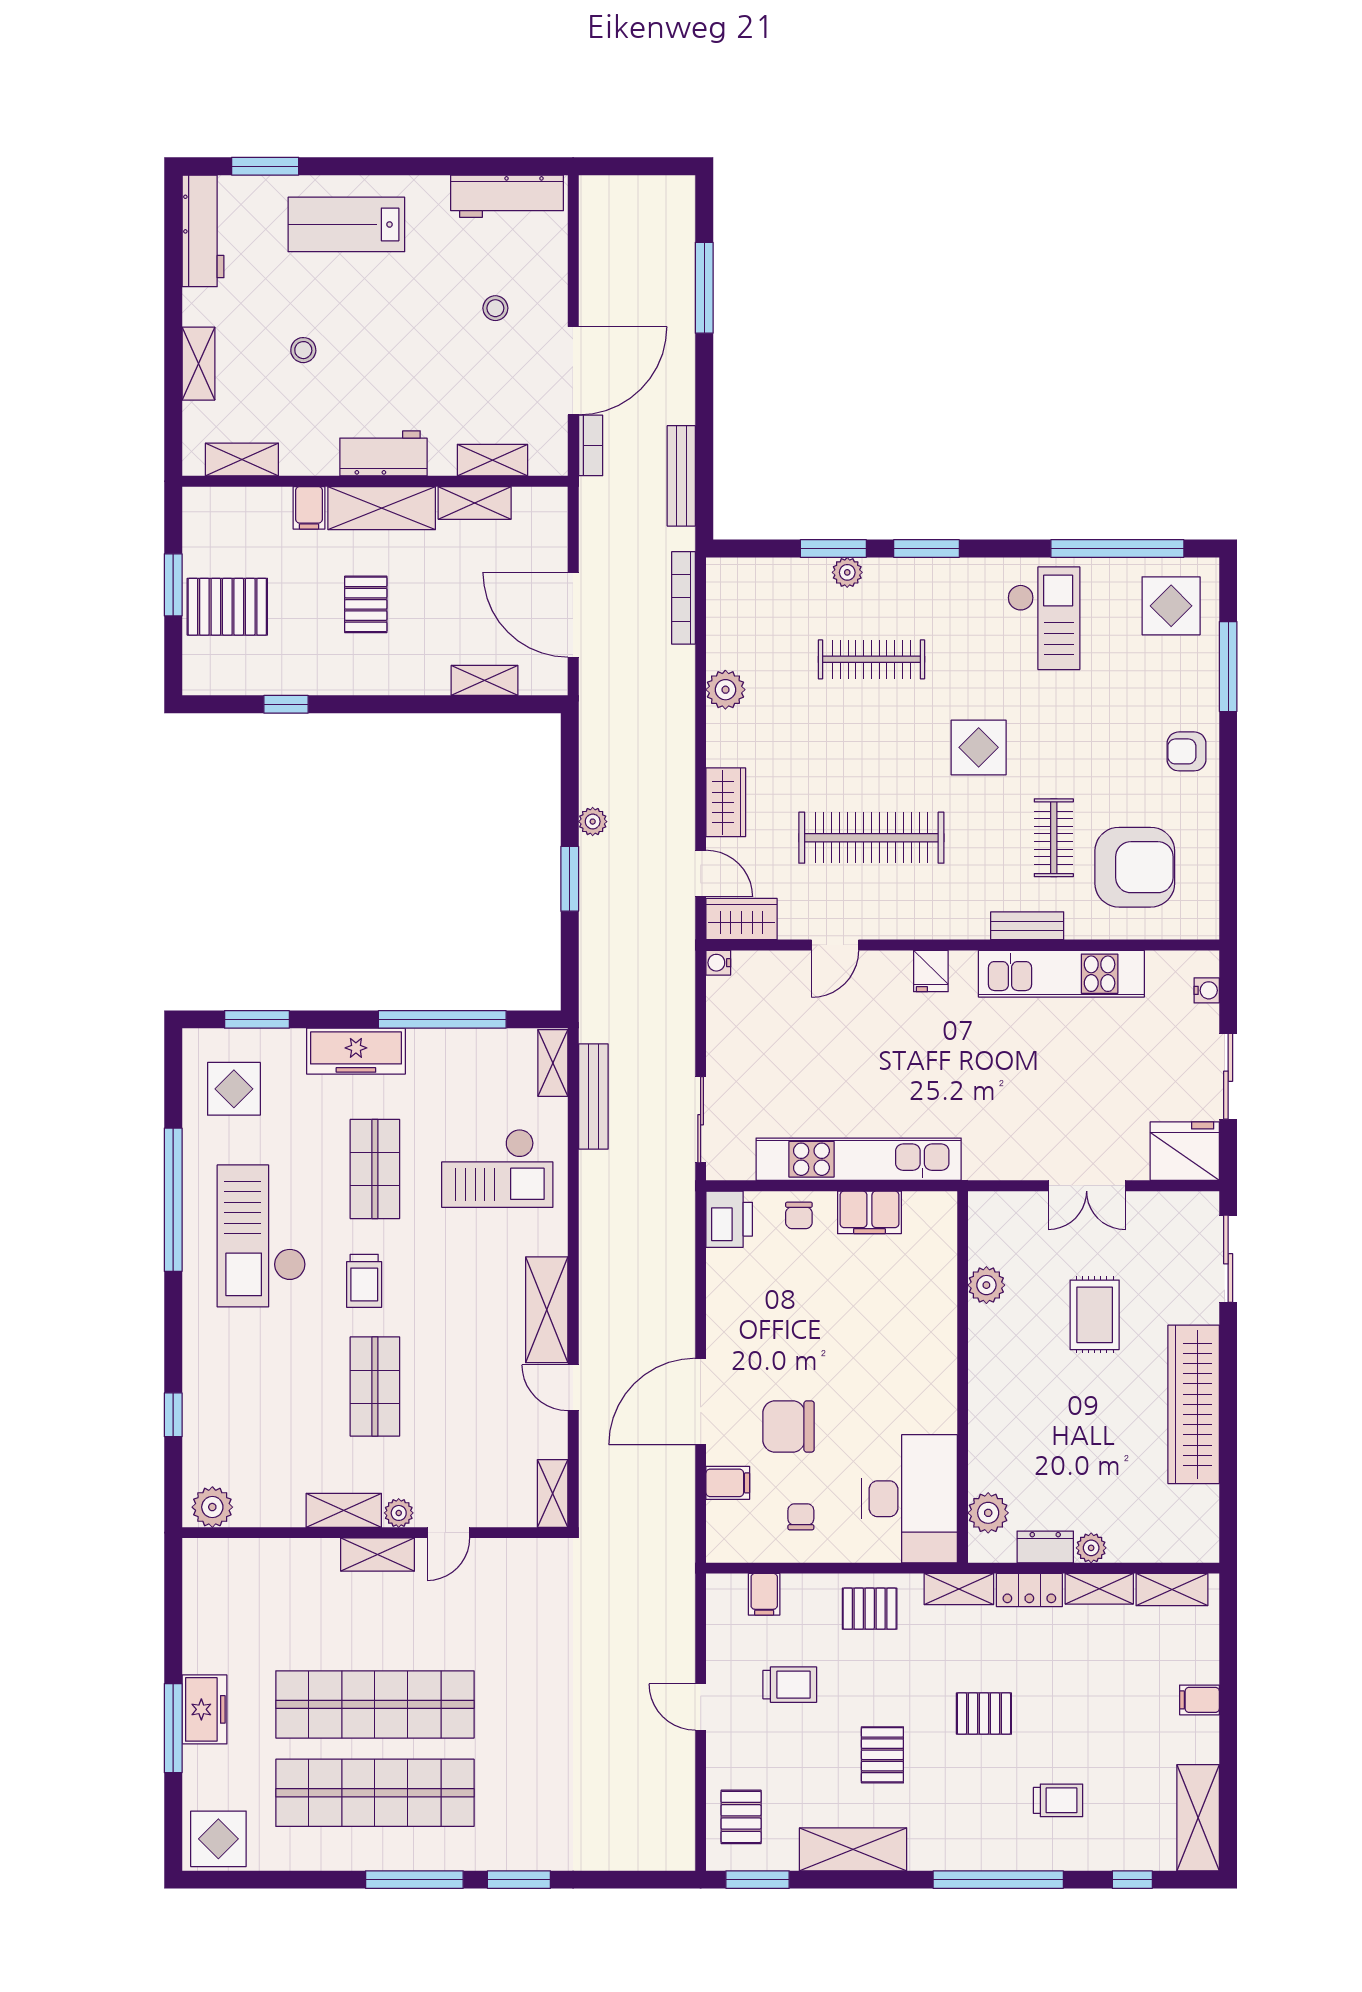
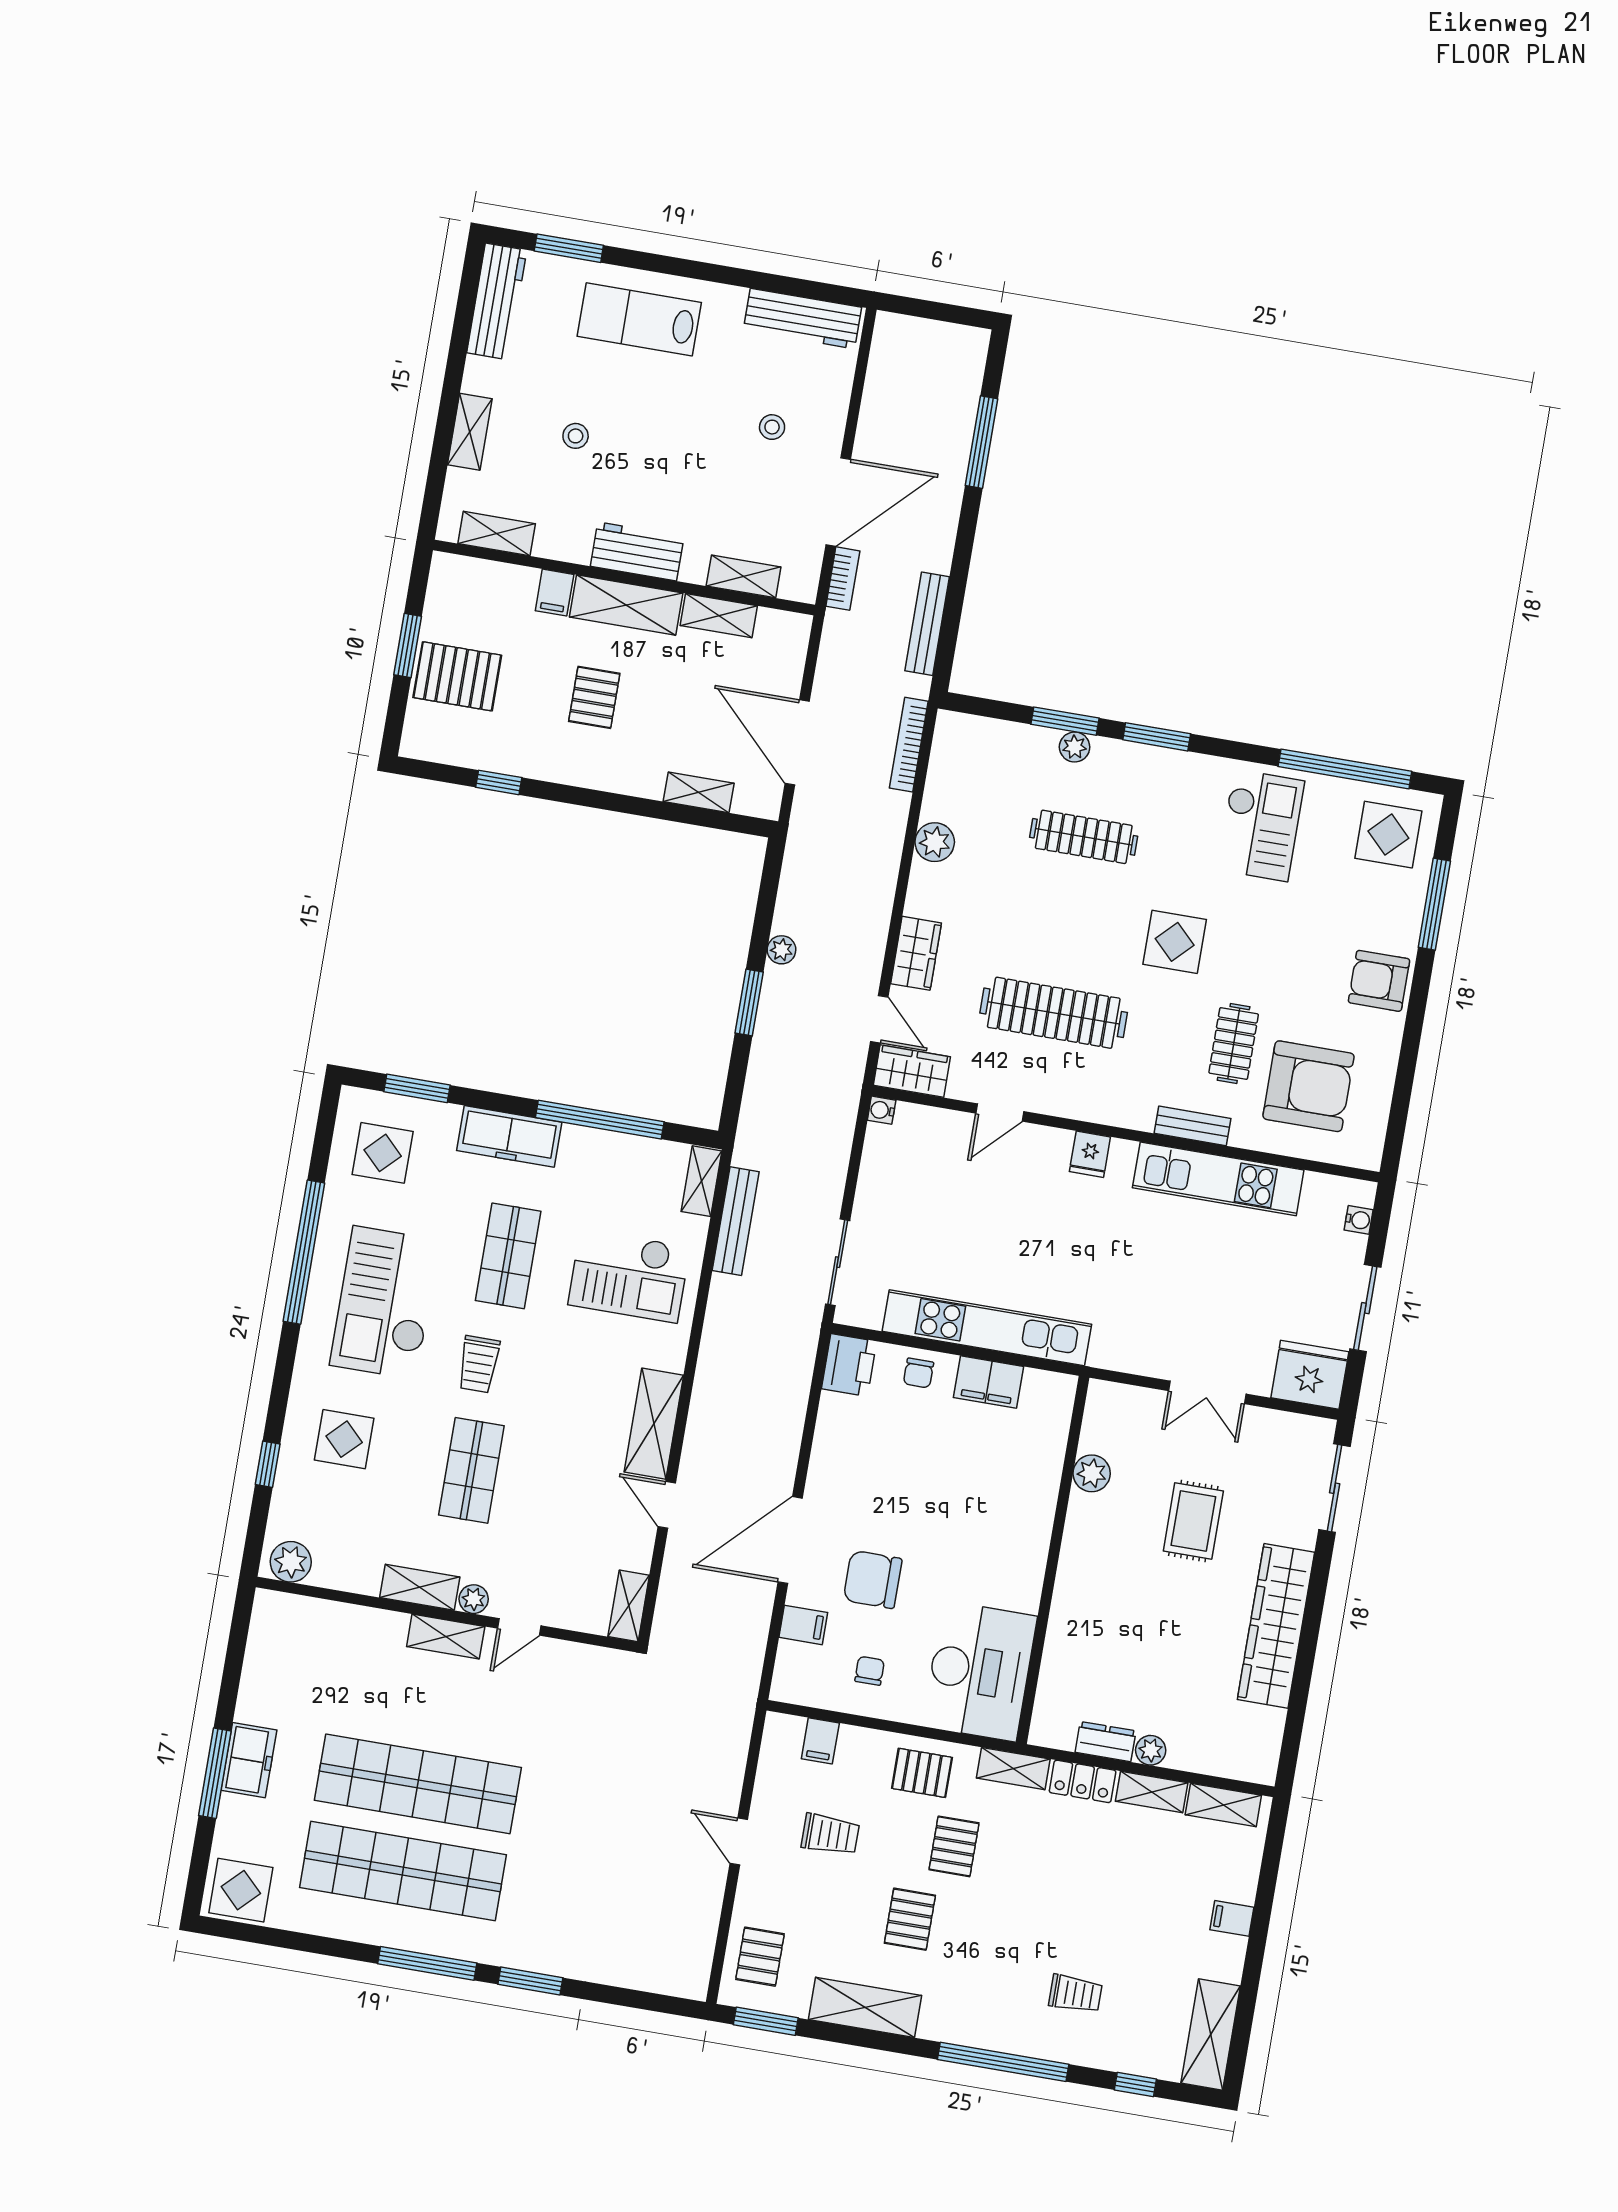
armchair: (1187, 751) -> (1379, 981), width x1.38, depth x1.38
display table: (244, 1377) -> (344, 1439), added
plant: (988, 1513) -> (1055, 1698), removed
pallet: (984, 1714) -> (954, 1846), moved, turned 90

